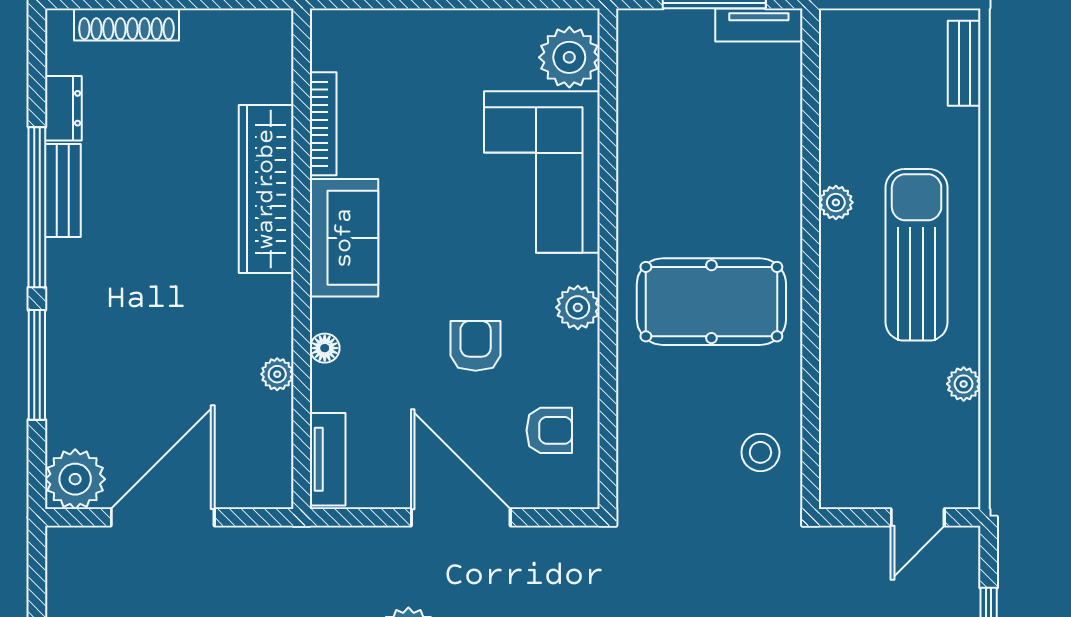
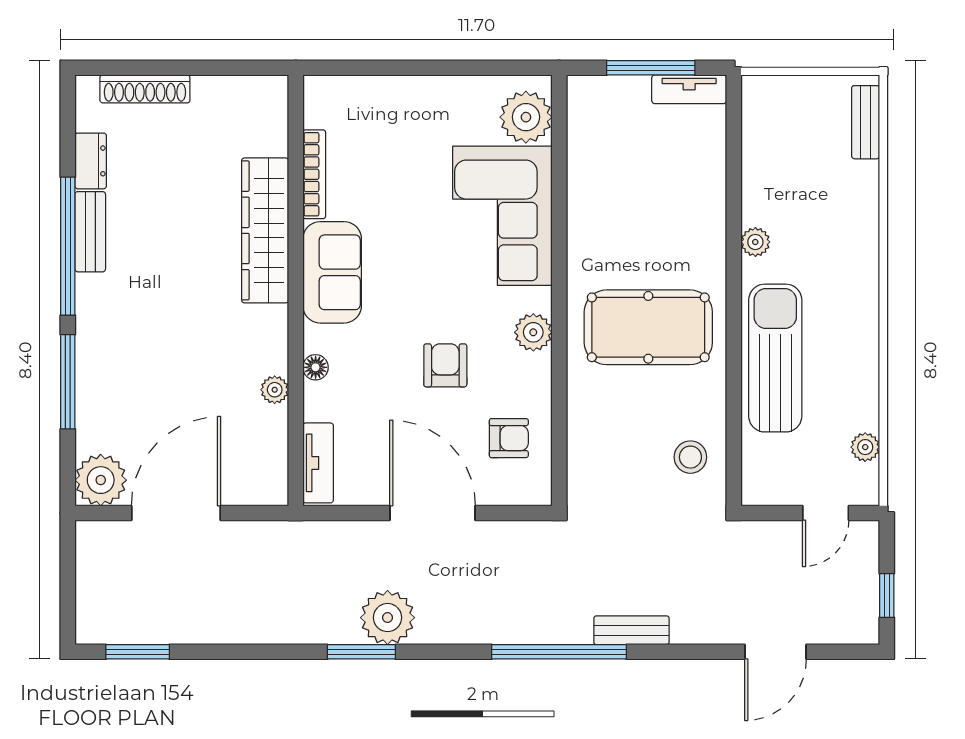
sun lounger: (917, 255) -> (775, 358), moved
plant: (964, 384) -> (865, 447), moved

